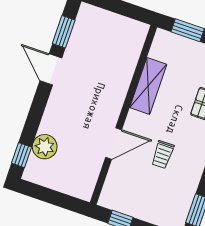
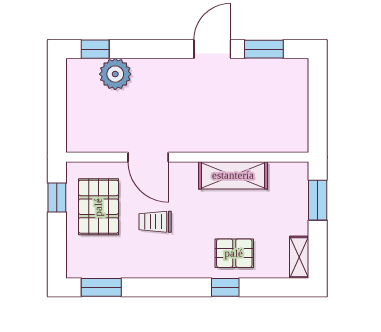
pallet: (138, 192) -> (98, 207), added

